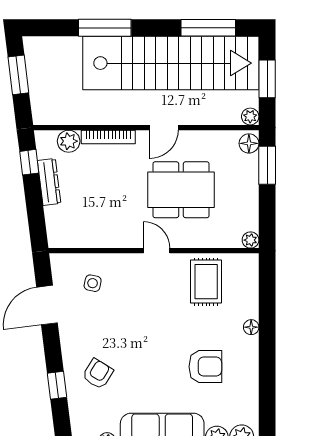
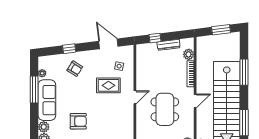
door: (164, 128) -> (195, 101), swing flipped
window: (29, 162) -> (155, 38), moved
rug: (206, 282) -> (108, 85), moved
armchair: (205, 367) -> (78, 121), turned -90

